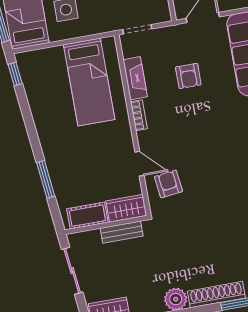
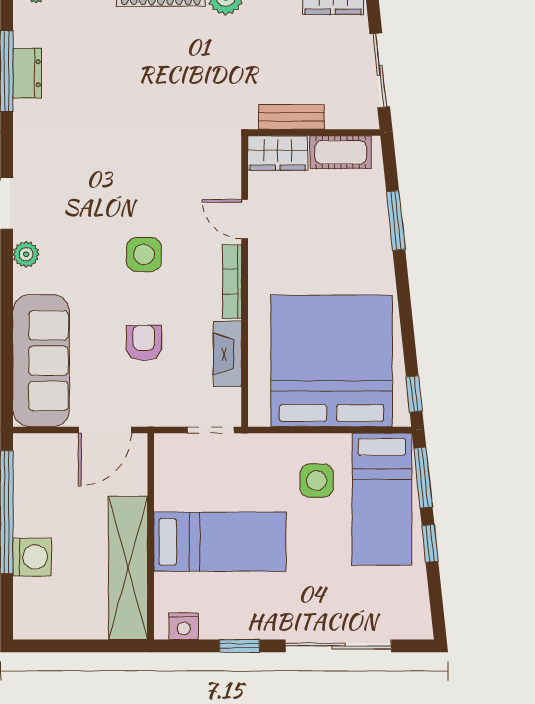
bed: (89, 82) -> (332, 361), width x2.04
bookcase: (139, 115) -> (232, 282), width x1.56
side table: (198, 131) -> (144, 254), added
armchair: (169, 184) -> (205, 179), removed

